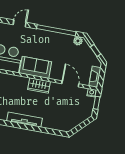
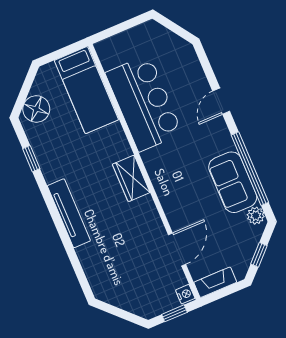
door: (20, 23) -> (221, 101), swing flipped
sofa: (35, 67) -> (233, 182), moved, turned 180
wardrobe: (39, 85) -> (131, 178), moved

